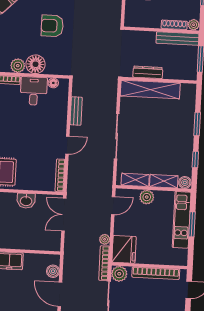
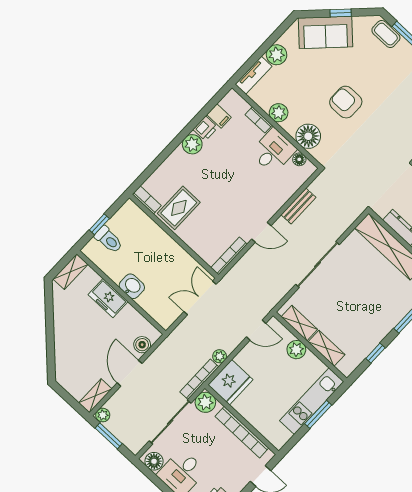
floor lamp: (36, 64) -> (308, 136), moved
boiler: (185, 182) -> (346, 367), removed
washbasin: (26, 201) -> (132, 286), moved, turned 180

